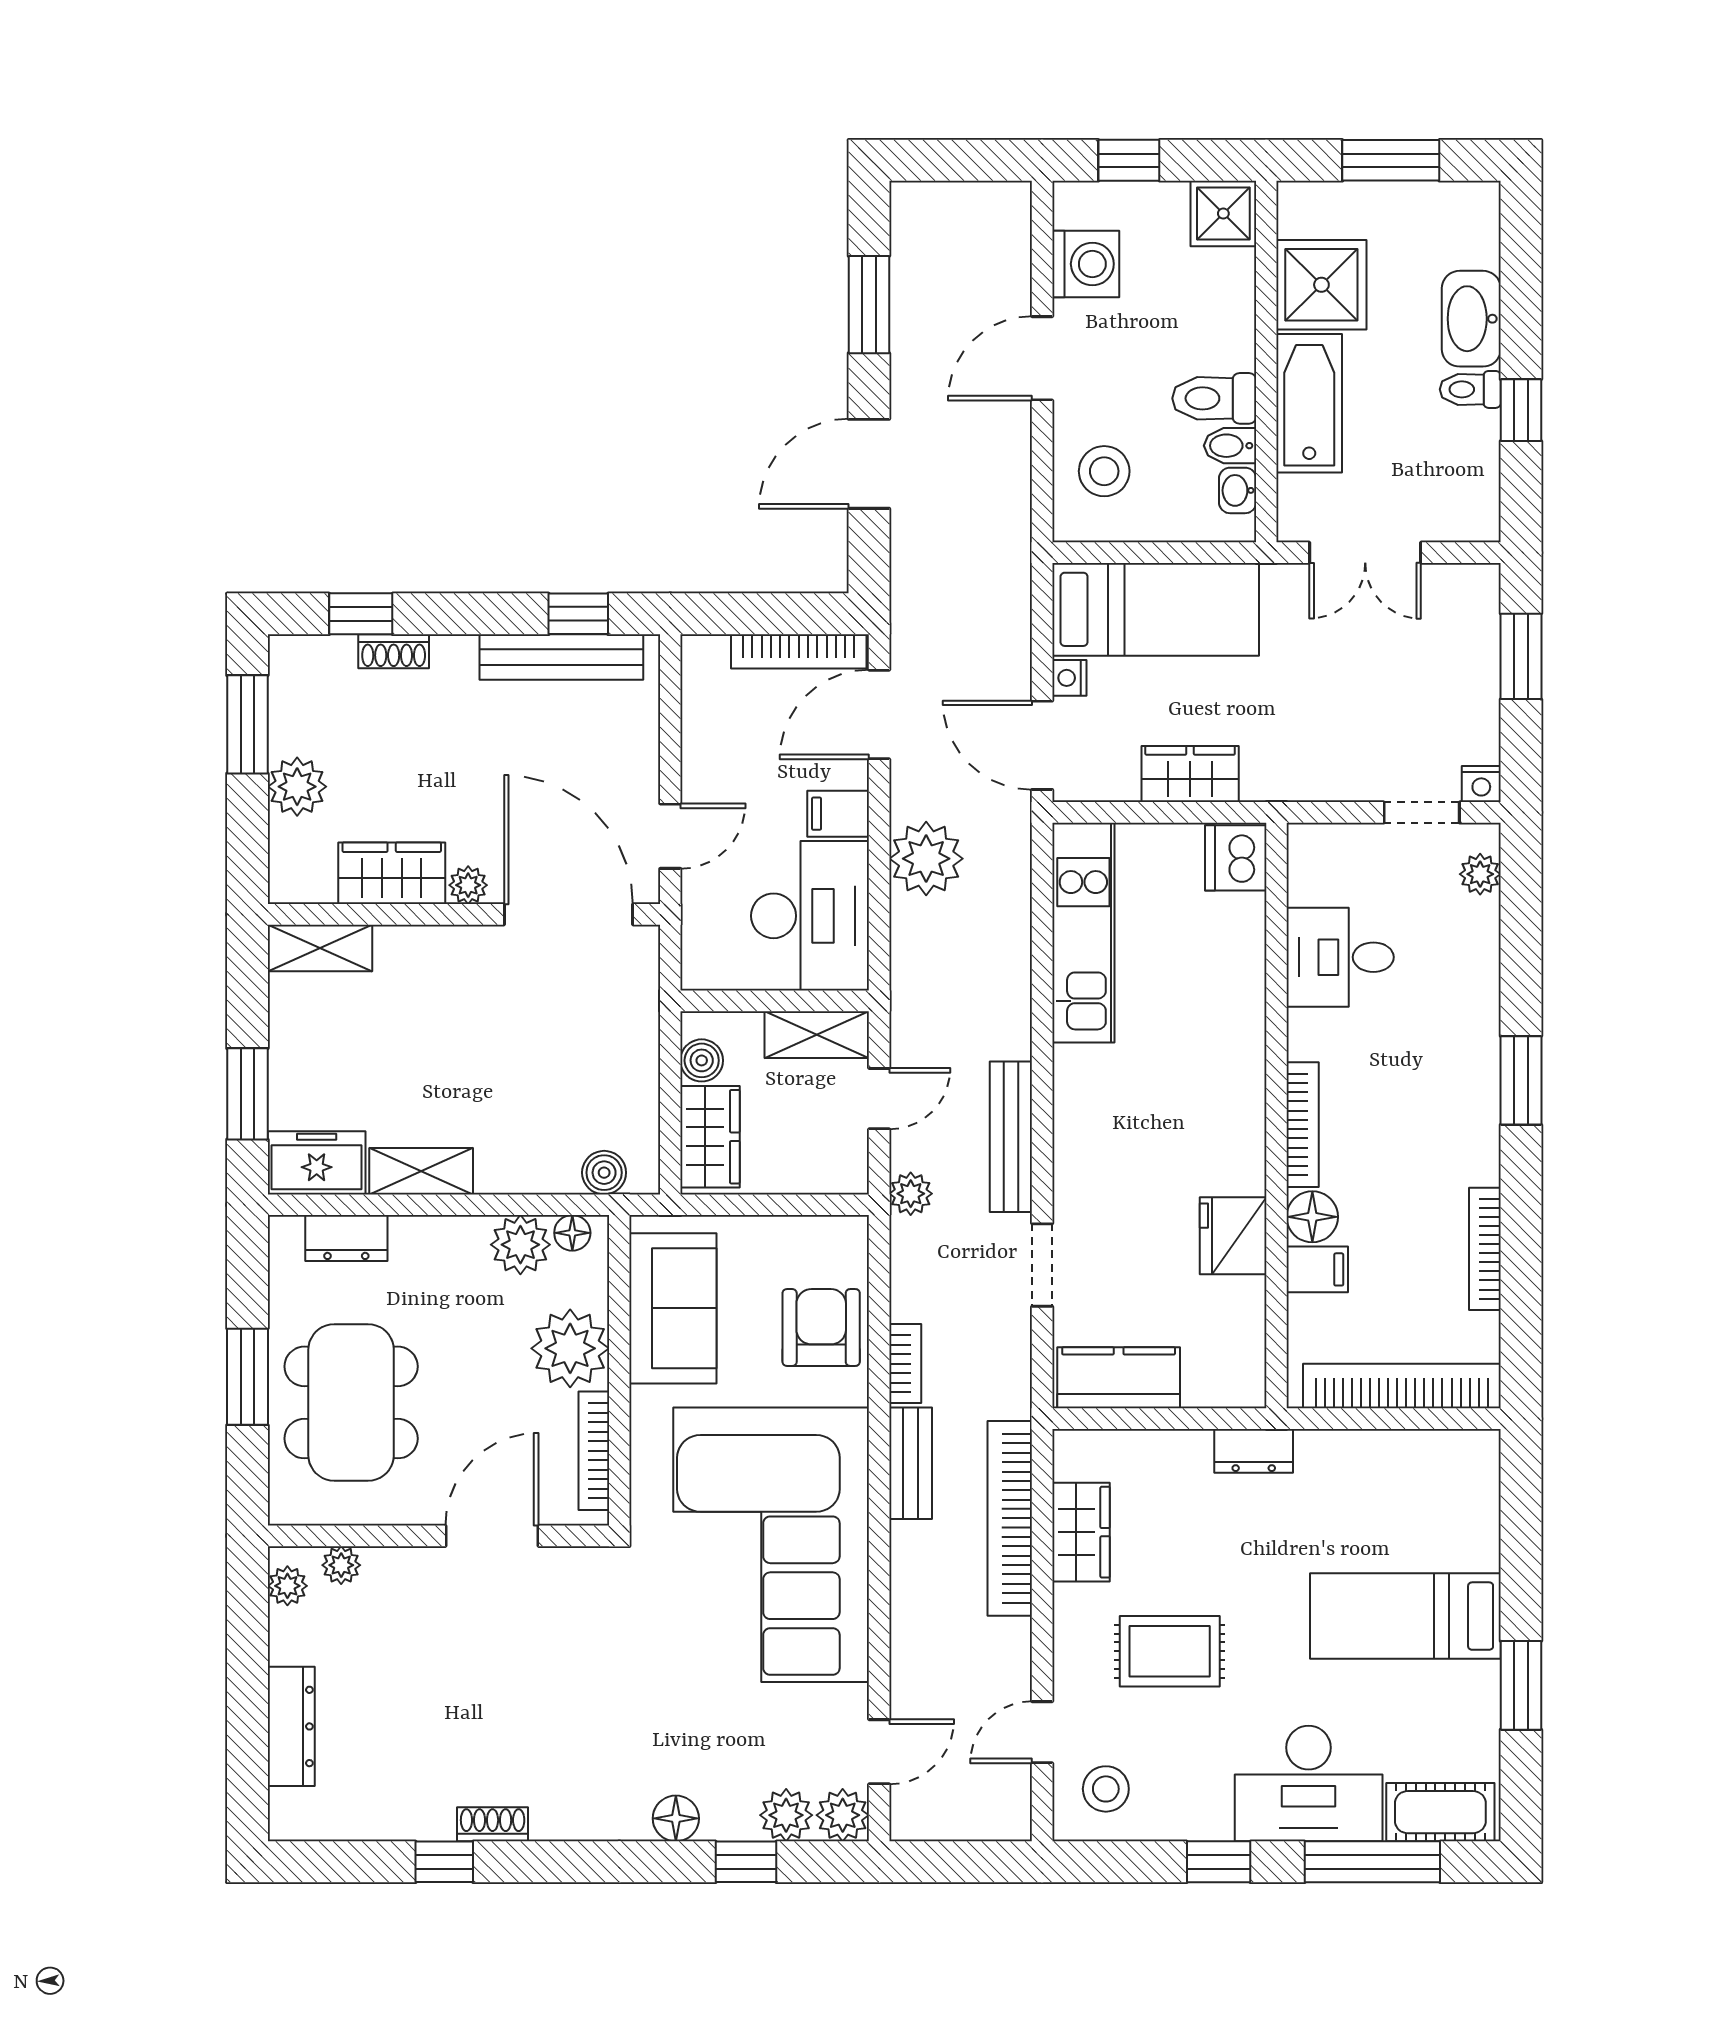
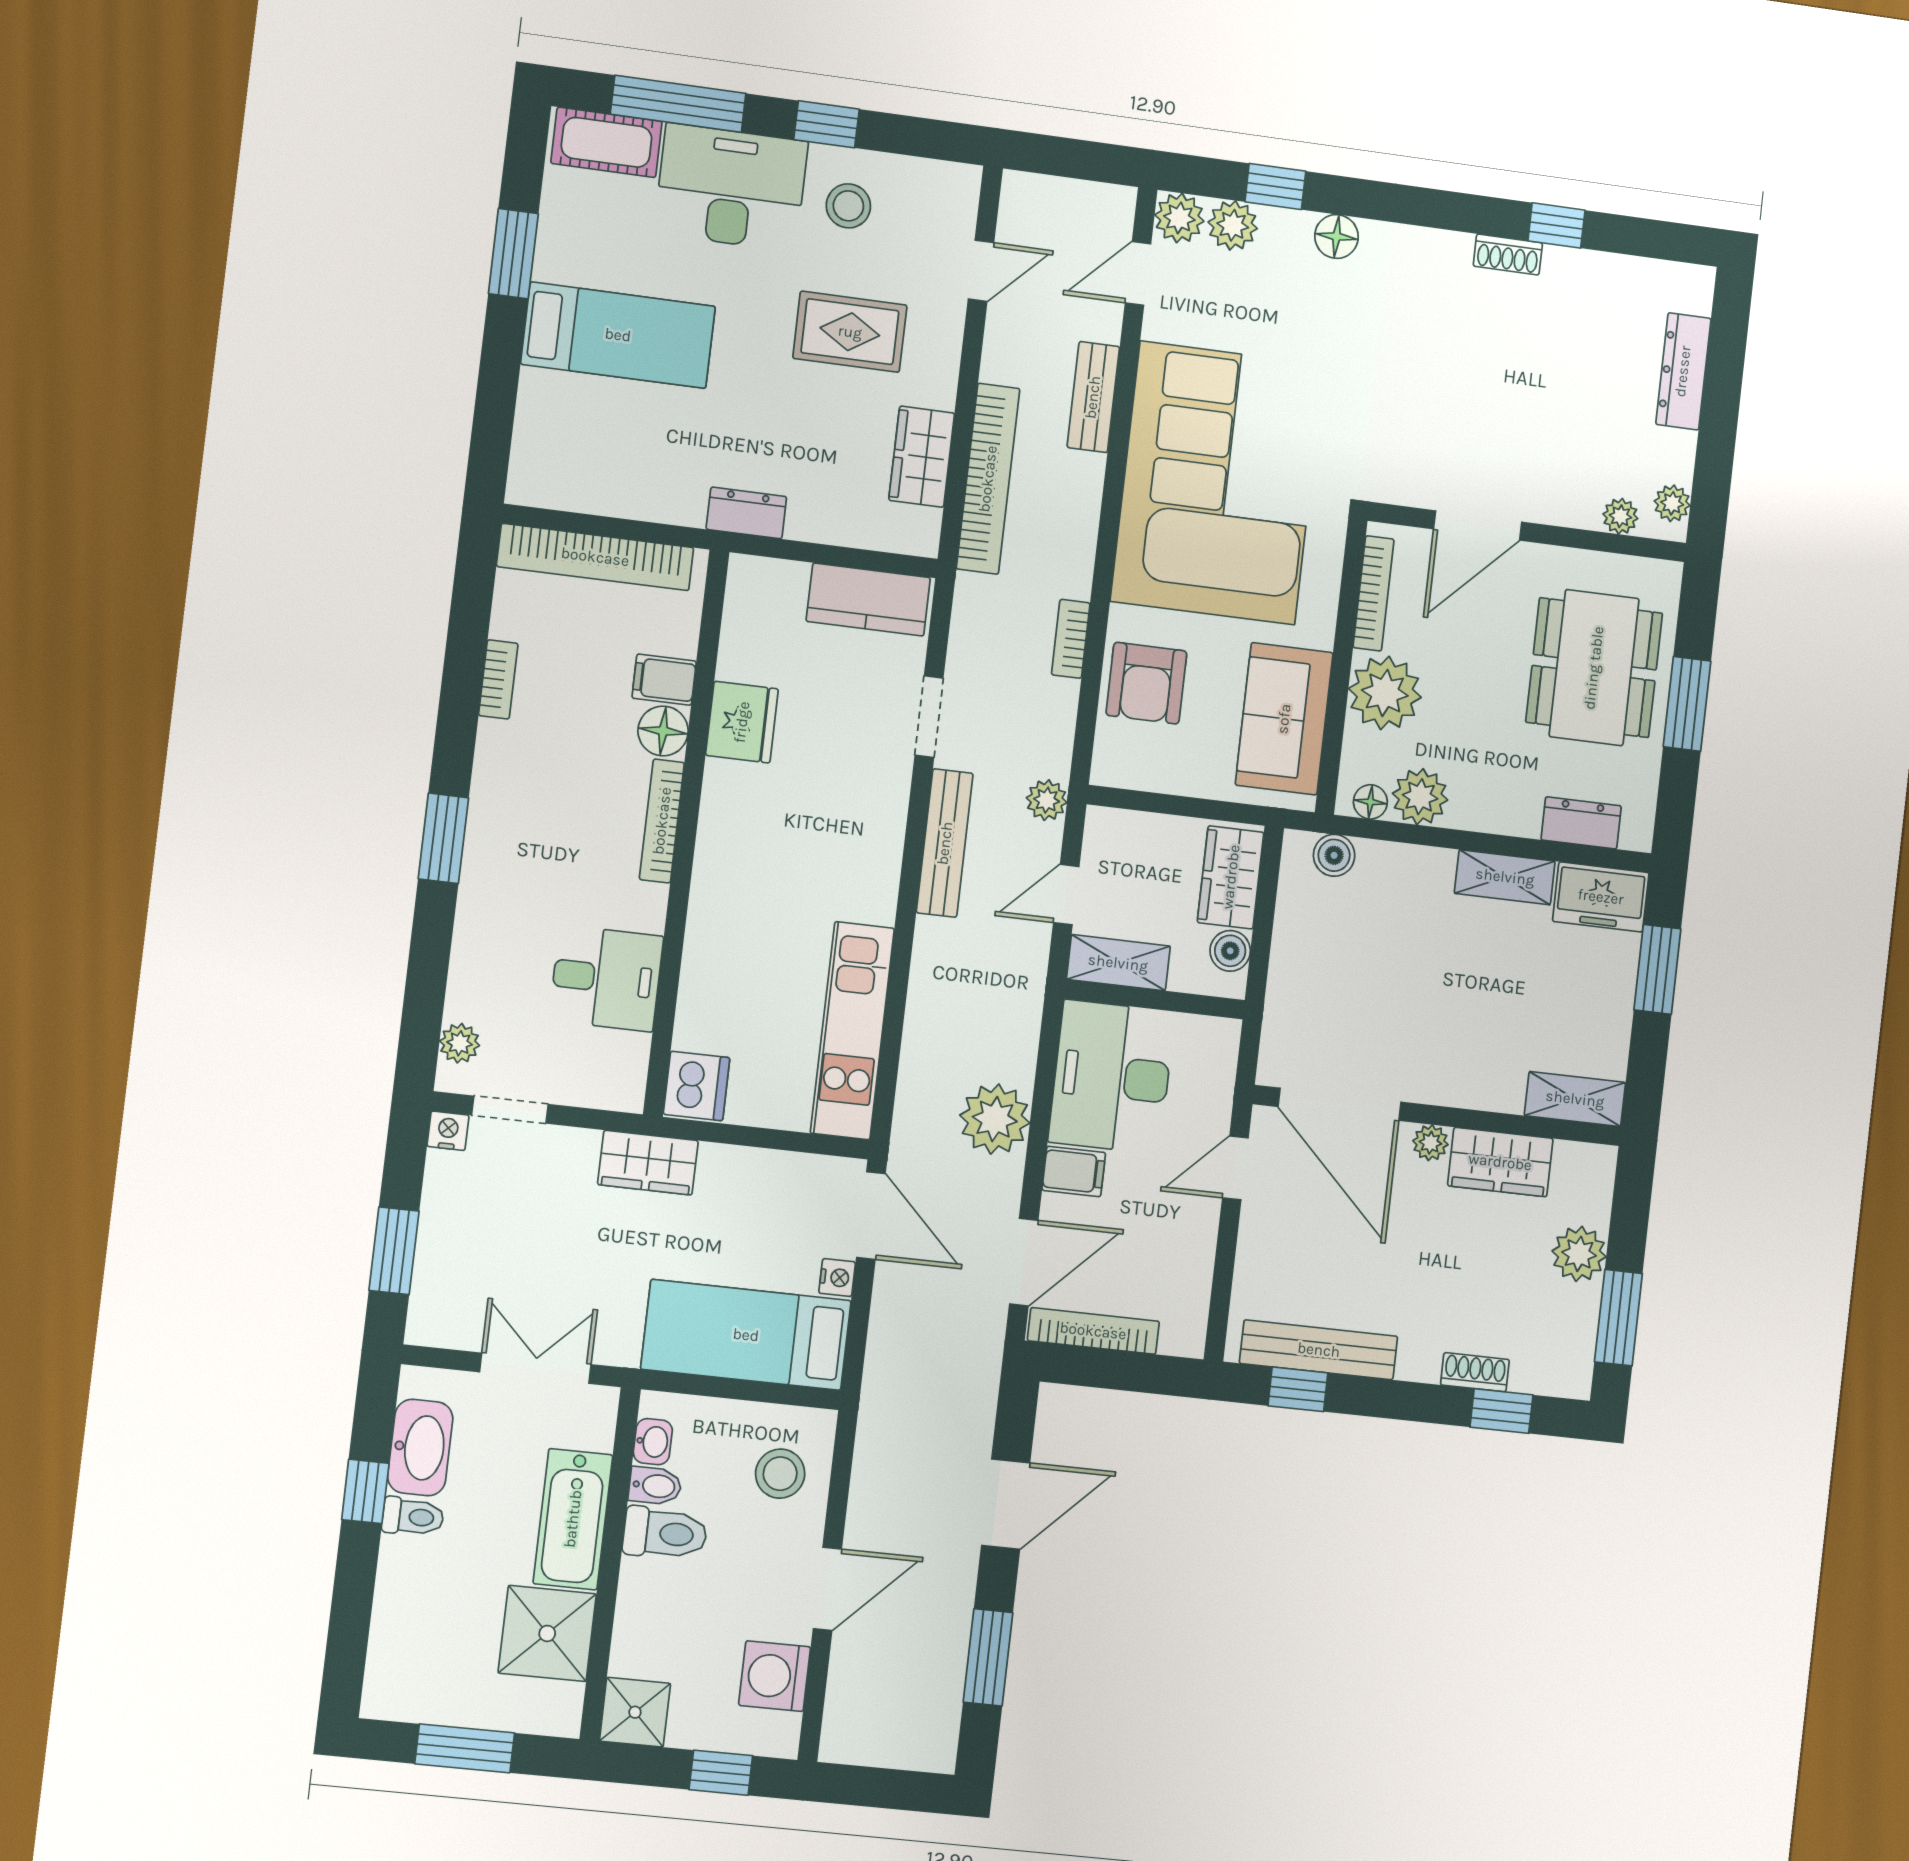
washbasin: (1471, 319) -> (420, 1448), moved
wardrobe: (1190, 774) -> (648, 1163), moved
bookcase: (1485, 1249) -> (498, 679), width x0.64
bench: (911, 1463) -> (1093, 397), moved
stool: (1106, 1789) -> (848, 206), moved

